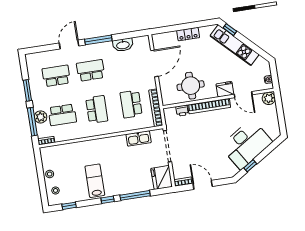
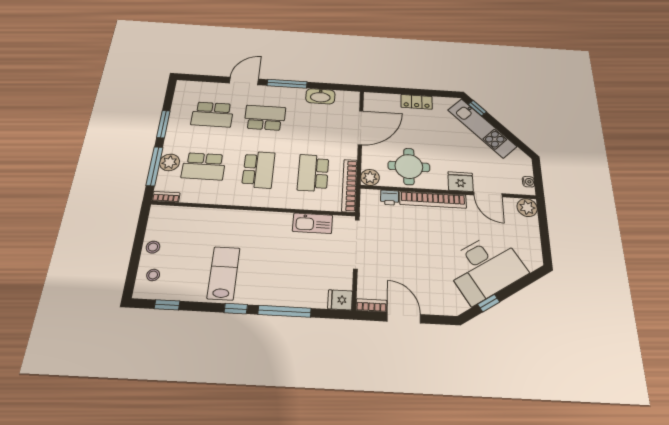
school desk: (56, 76) -> (212, 114), turned 180
plant: (167, 99) -> (370, 177), added
fridge: (162, 178) -> (340, 300), width x0.53, depth x0.75

